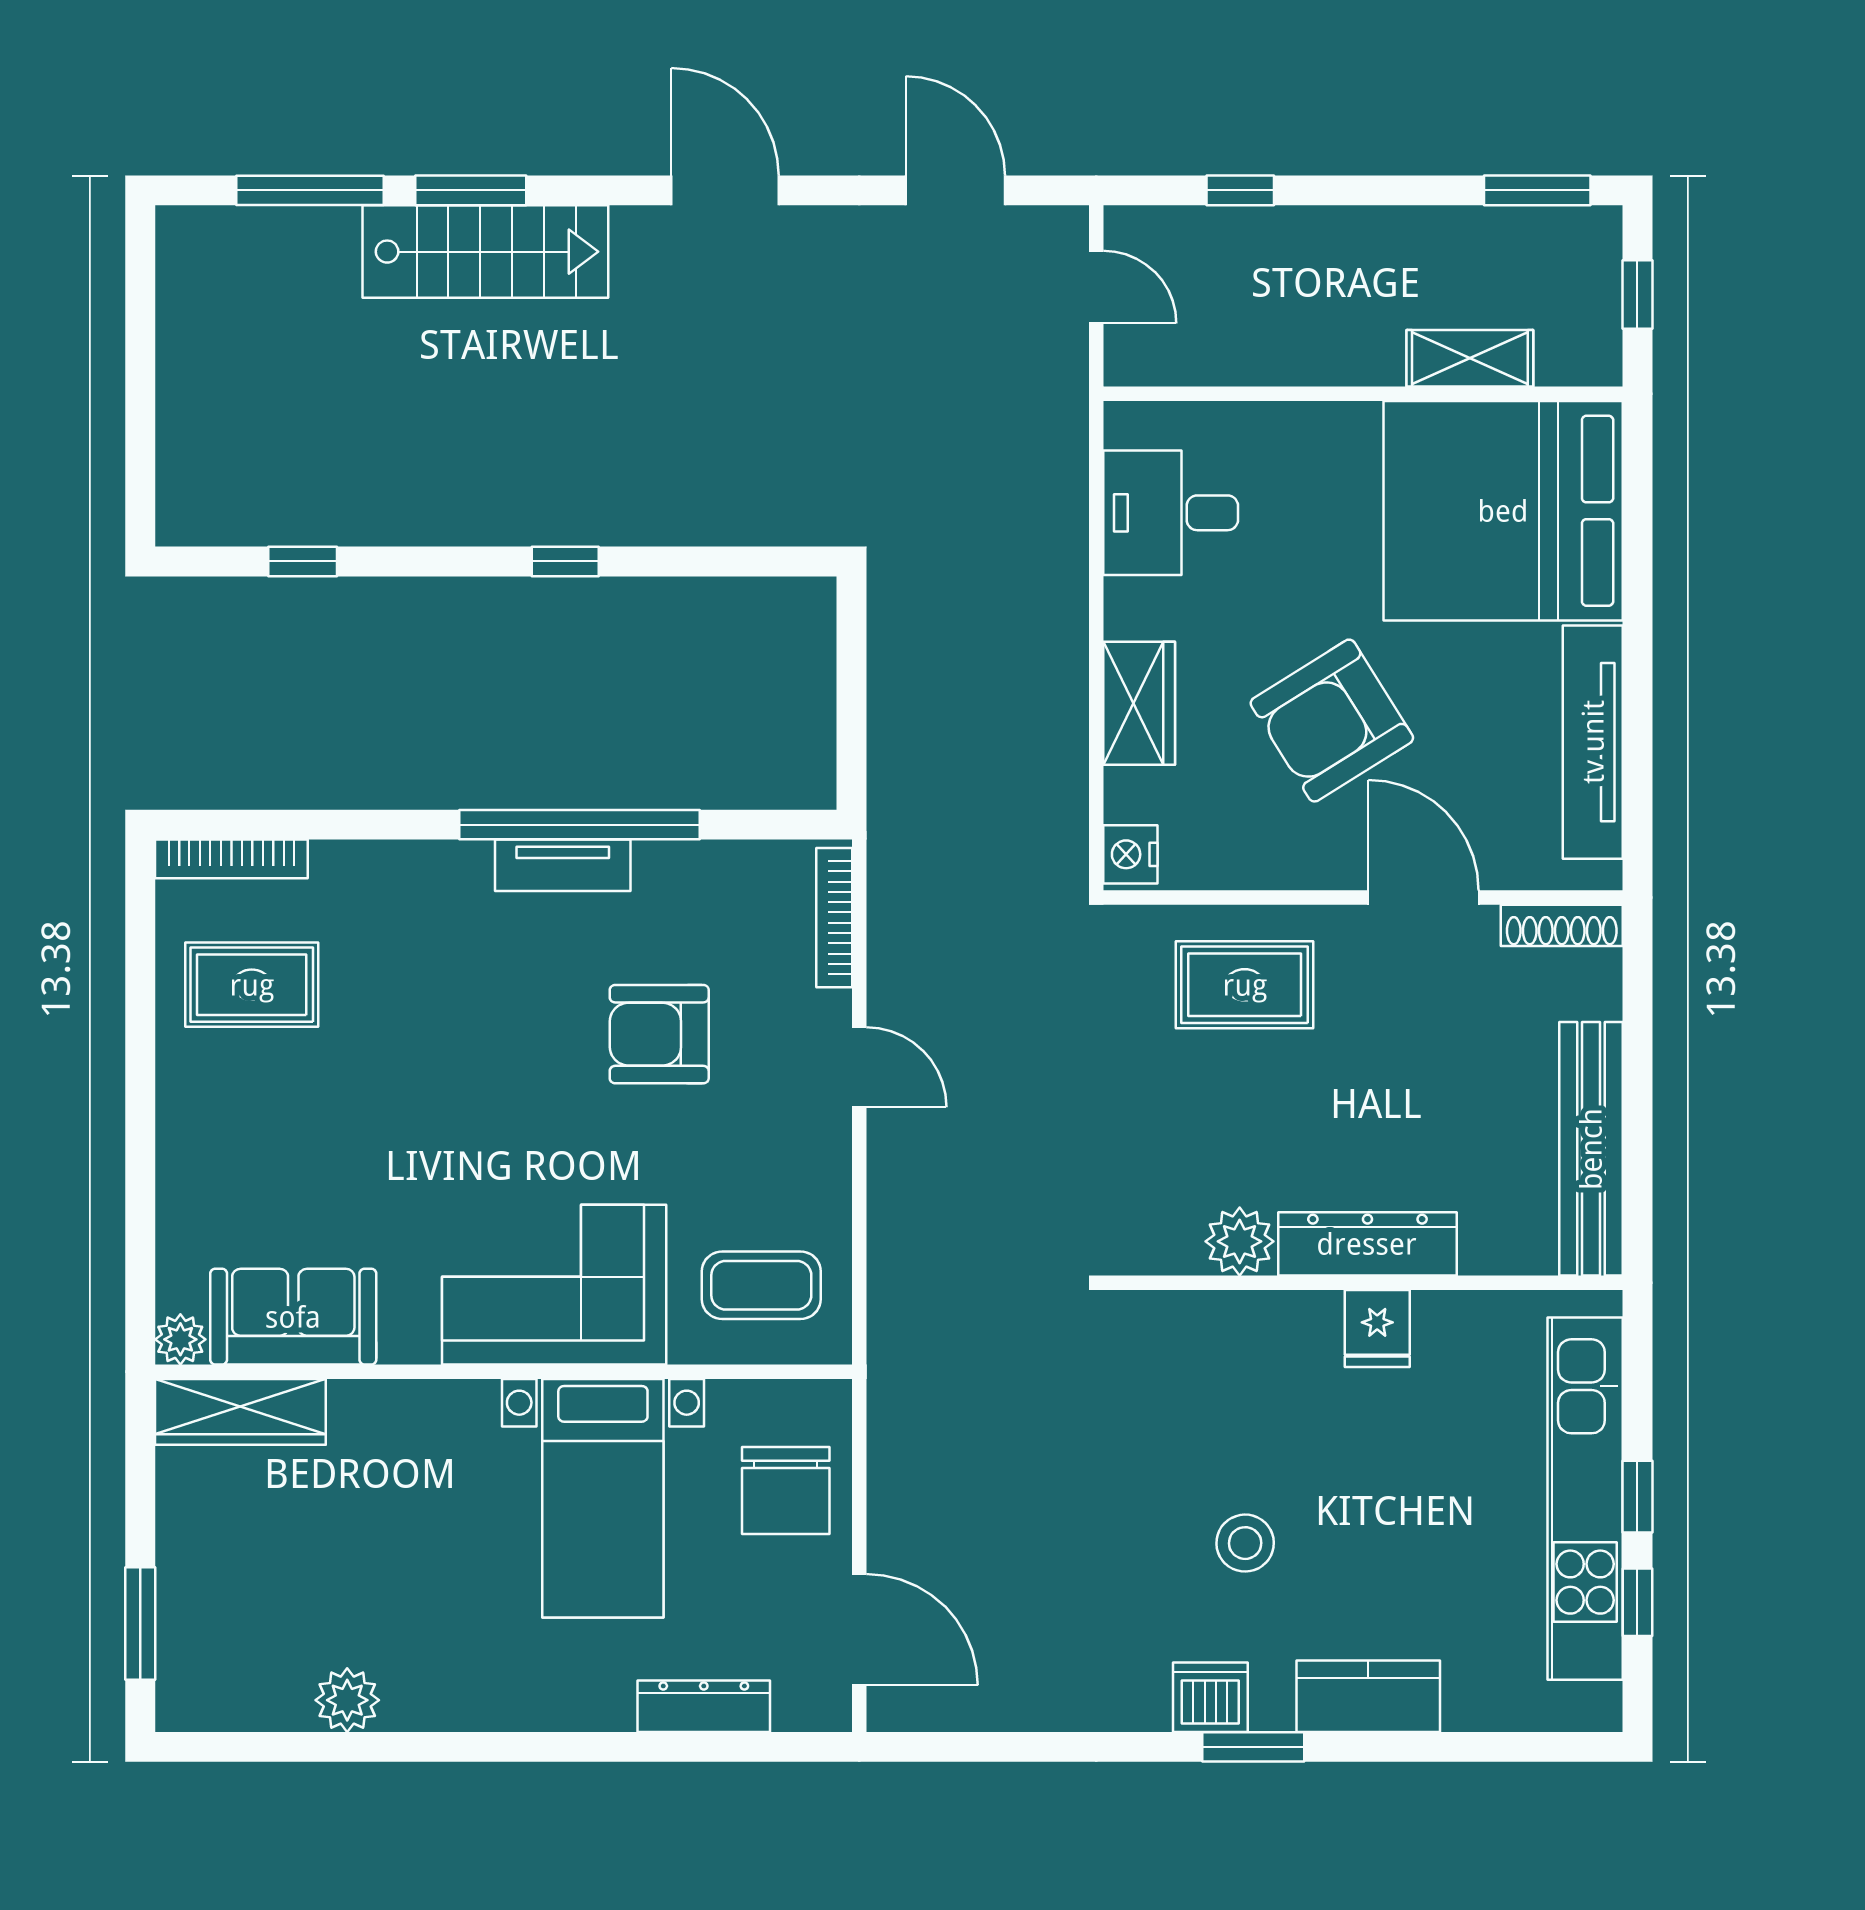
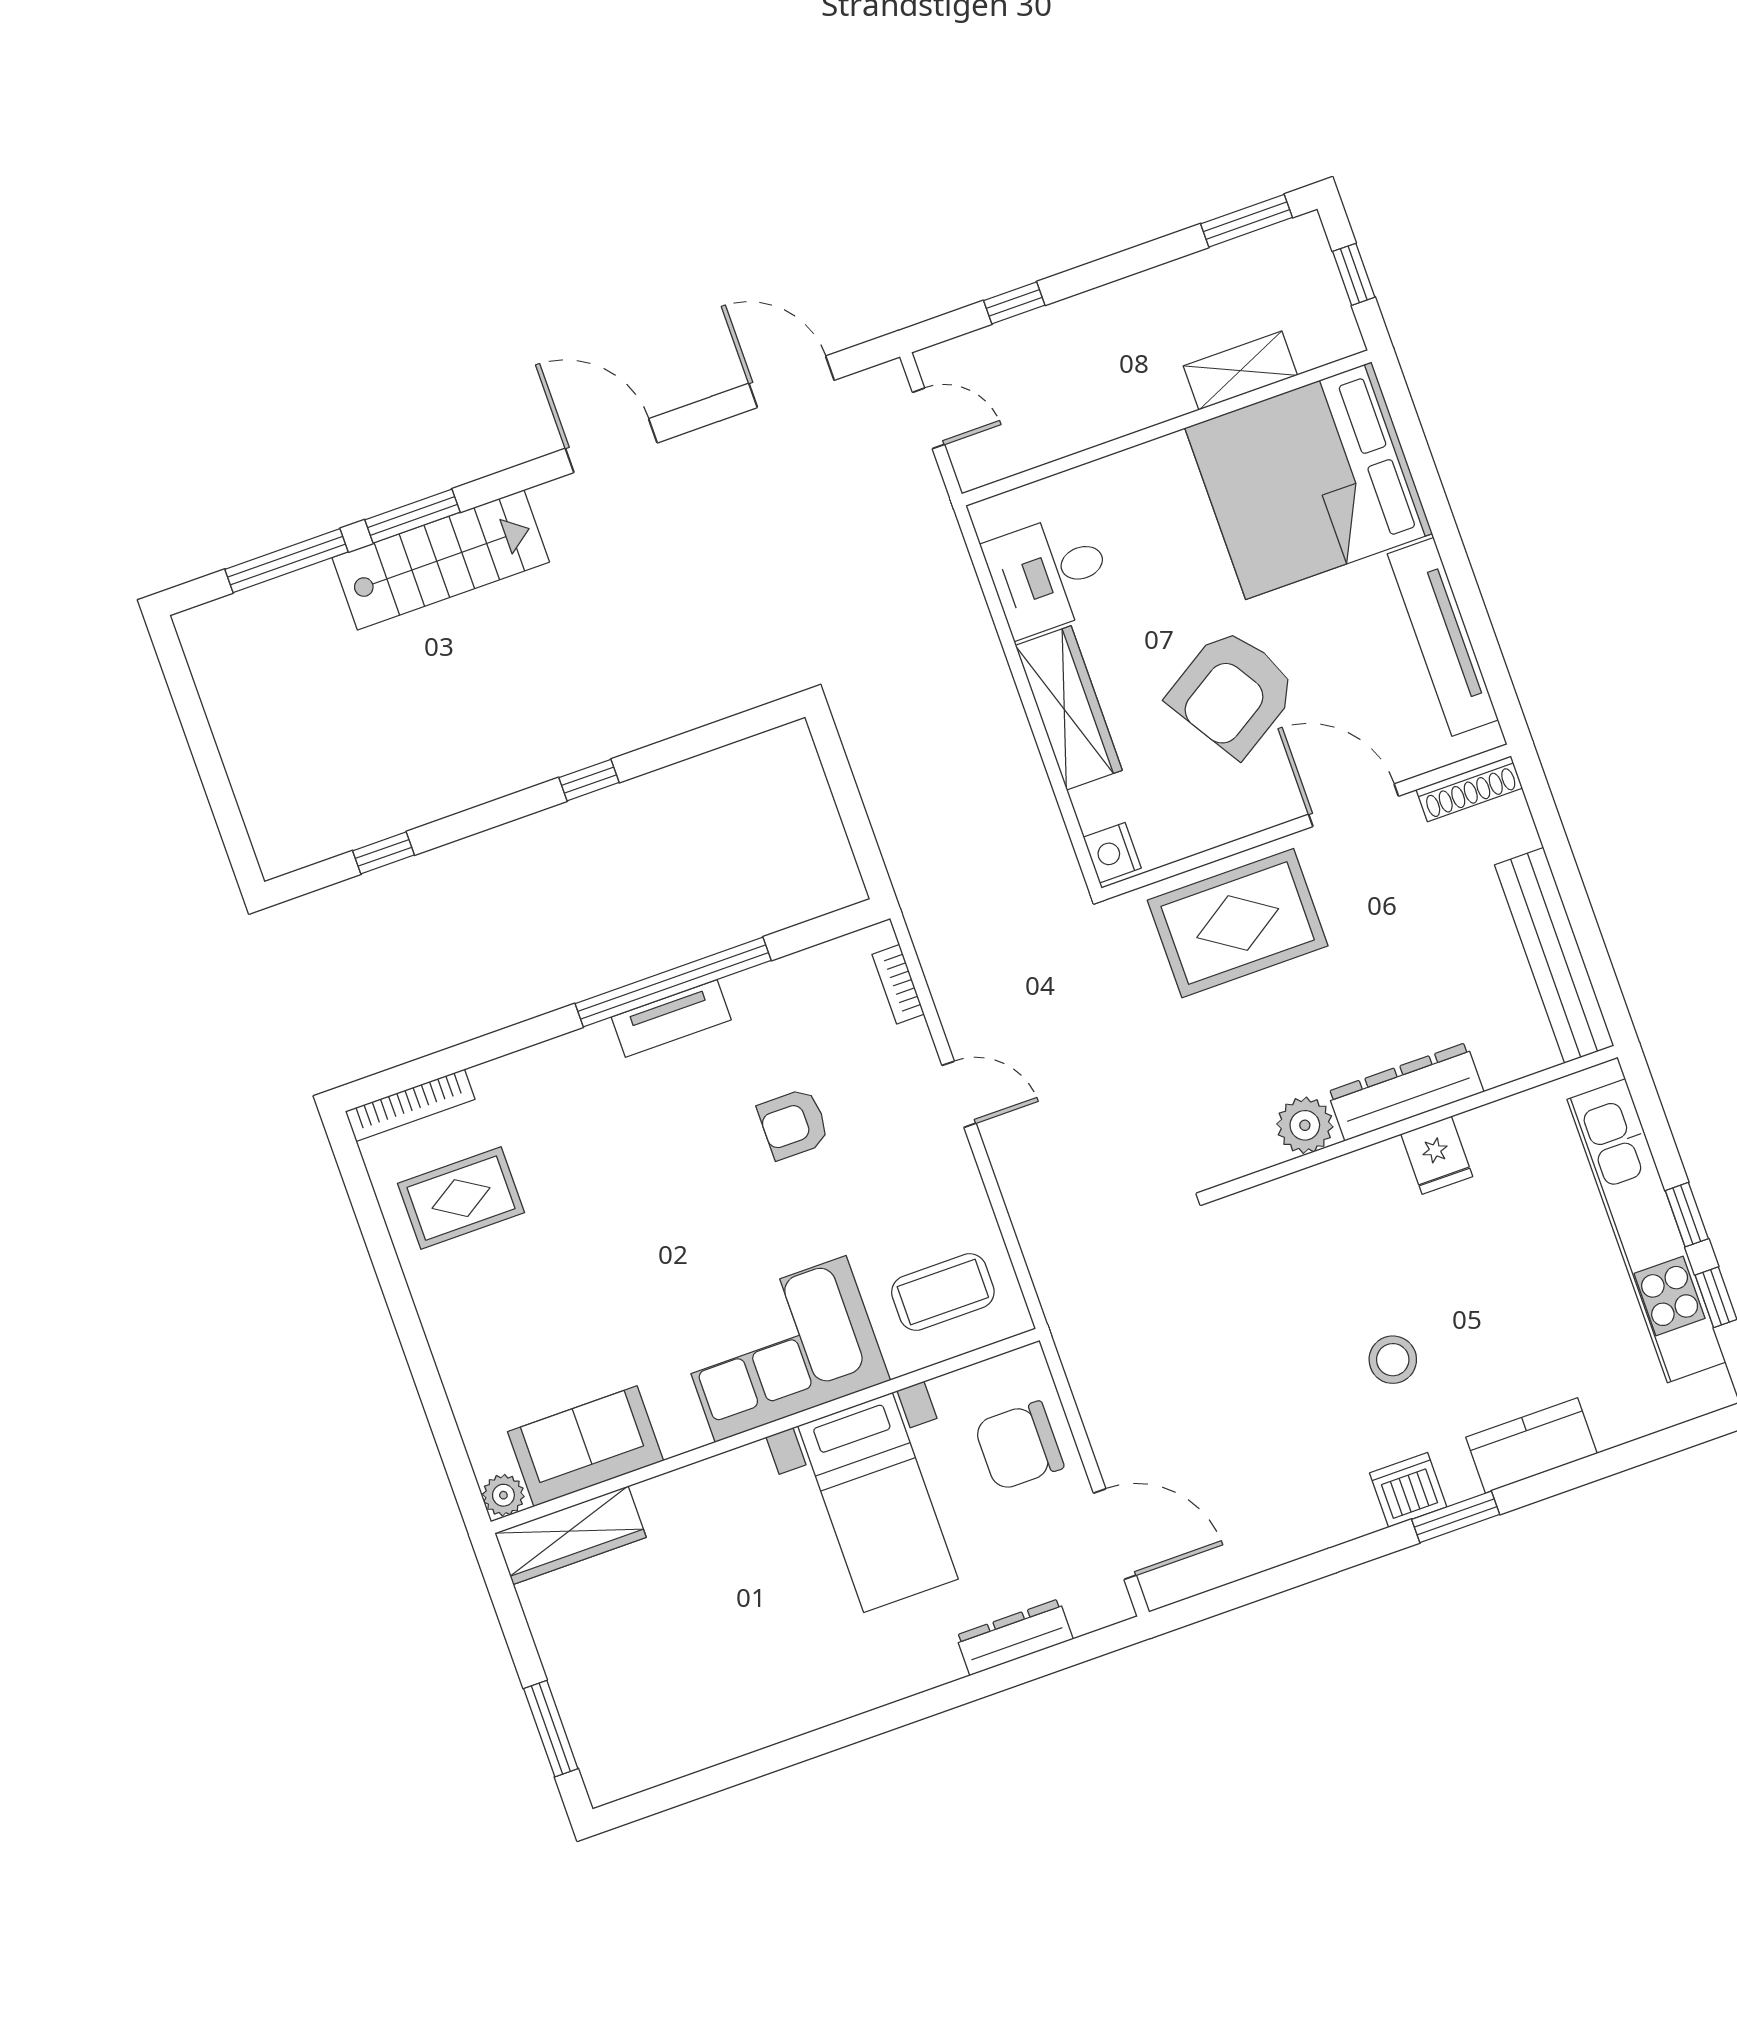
wardrobe: (1139, 703) -> (1069, 708), width x1.50
bookcase: (834, 918) -> (898, 984), width x0.64
rug: (1245, 985) -> (1238, 923), width x1.36, depth x1.43
armchair: (659, 1034) -> (793, 1124), width x0.72, depth x0.72
chair: (786, 1491) -> (1019, 1446), turned 90
plant: (347, 1700) -> (734, 1731), removed

